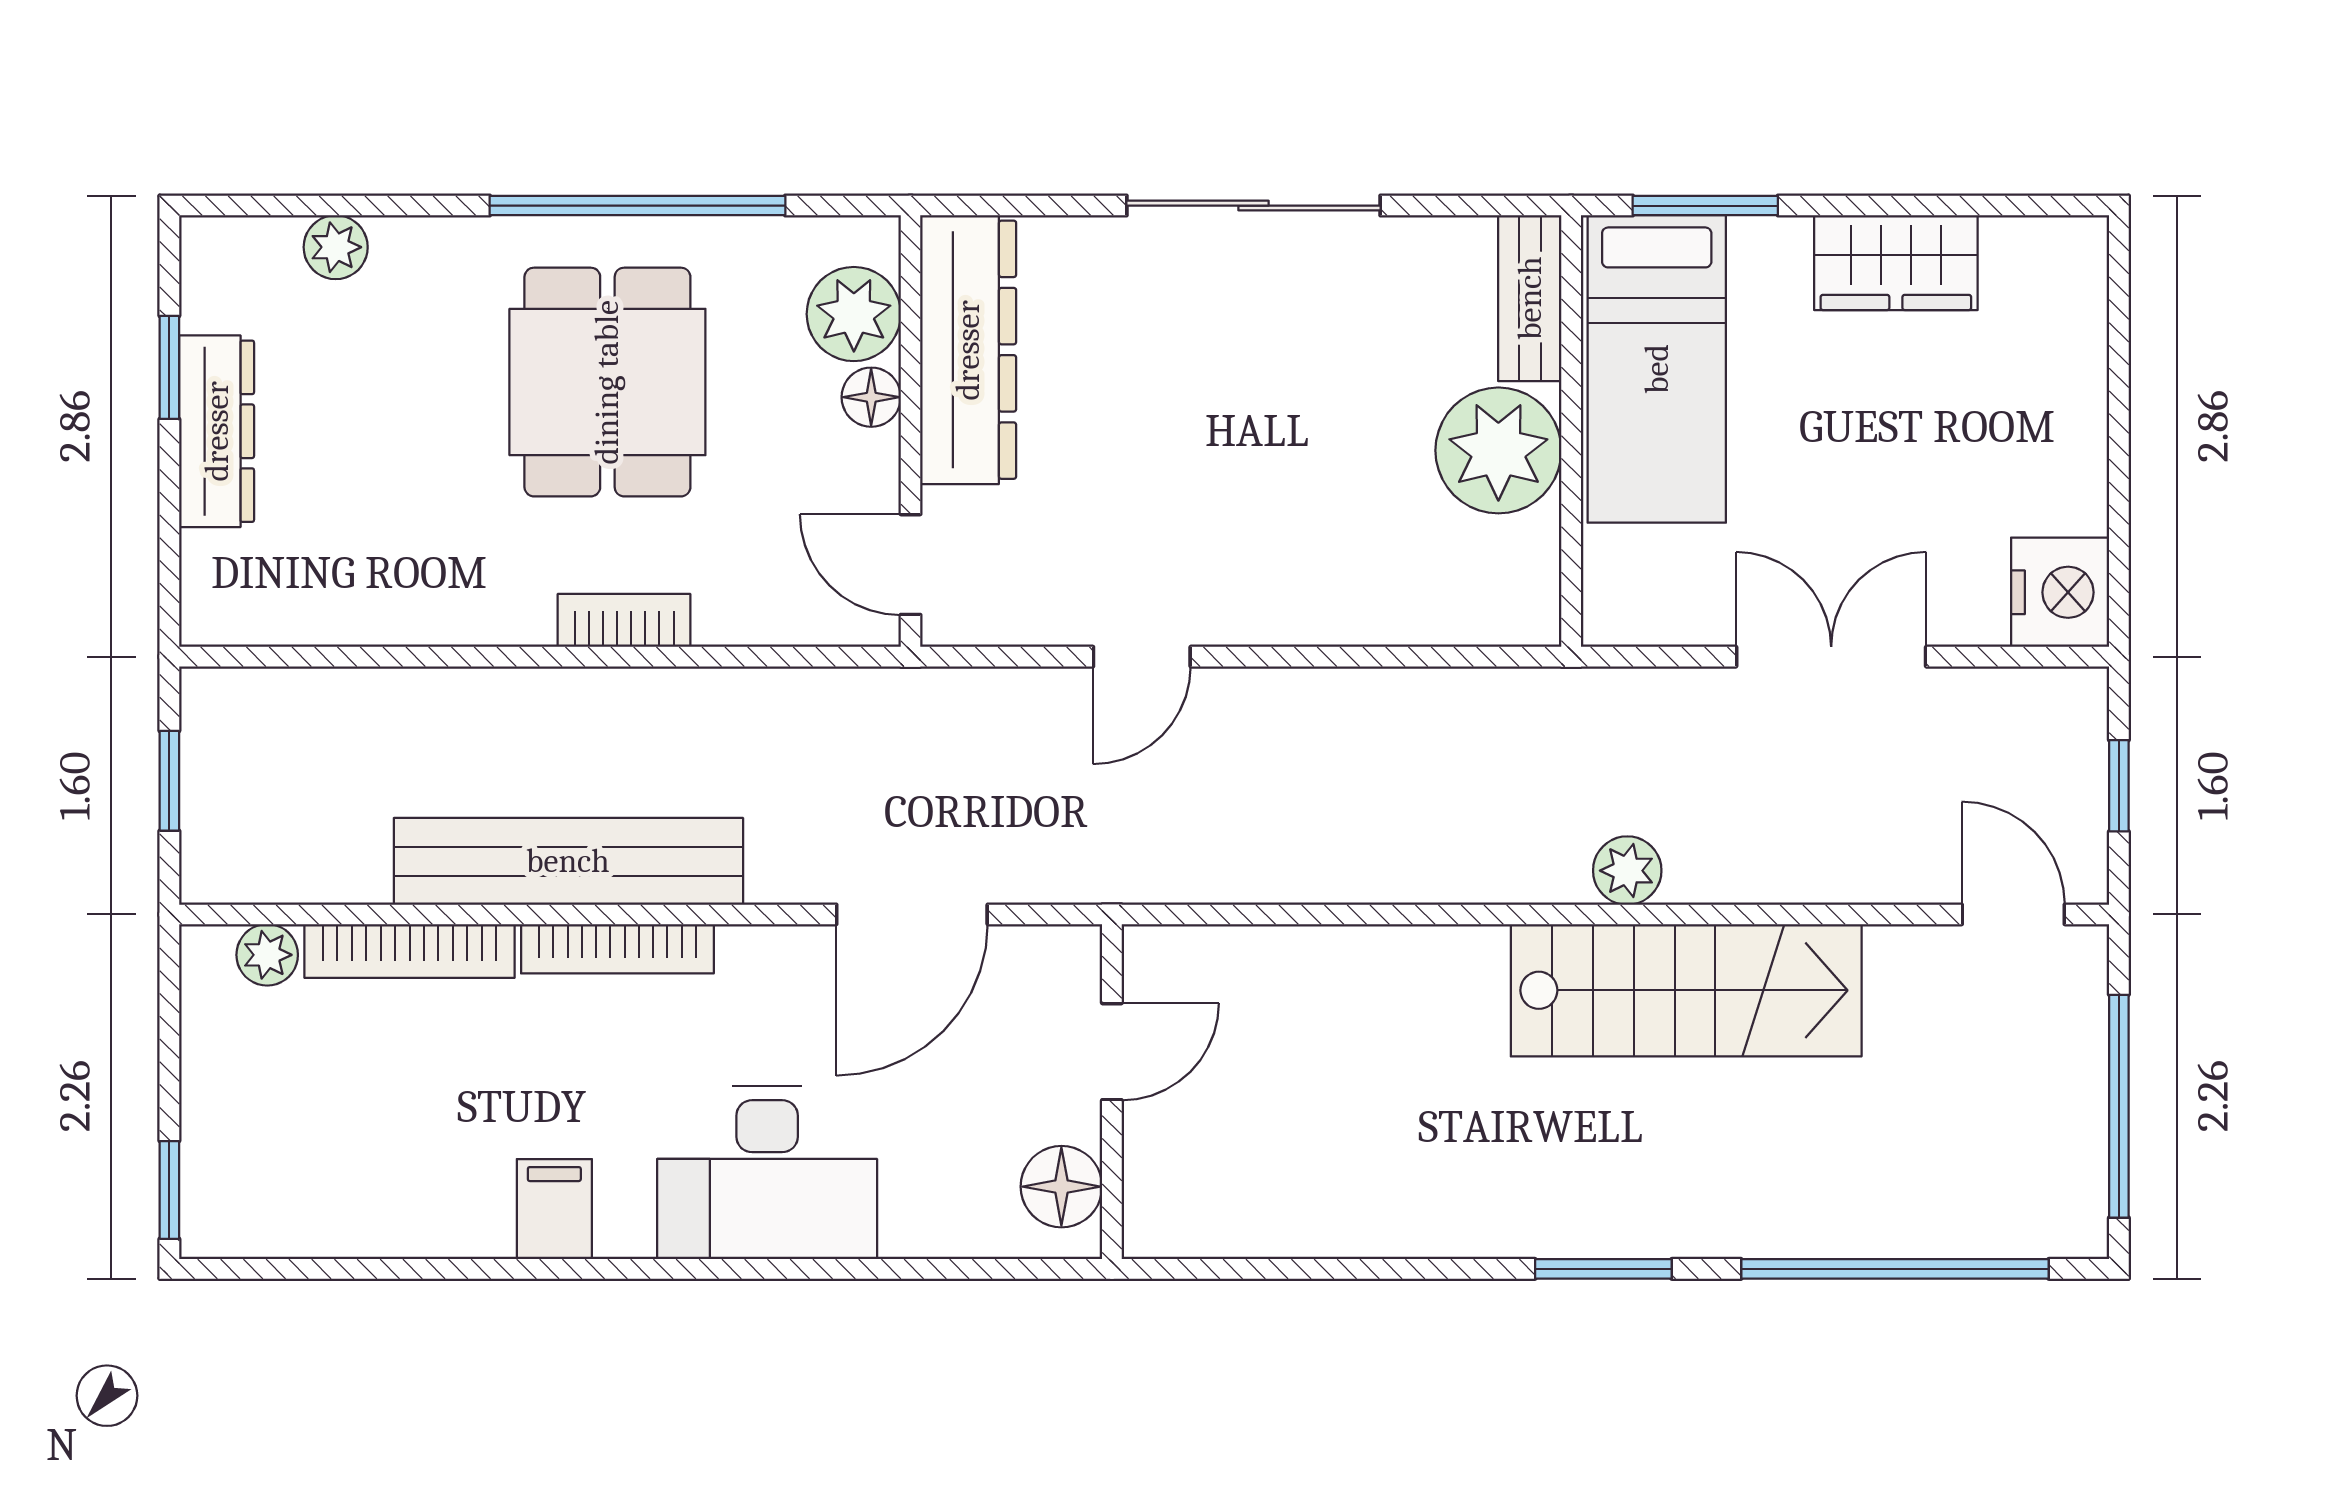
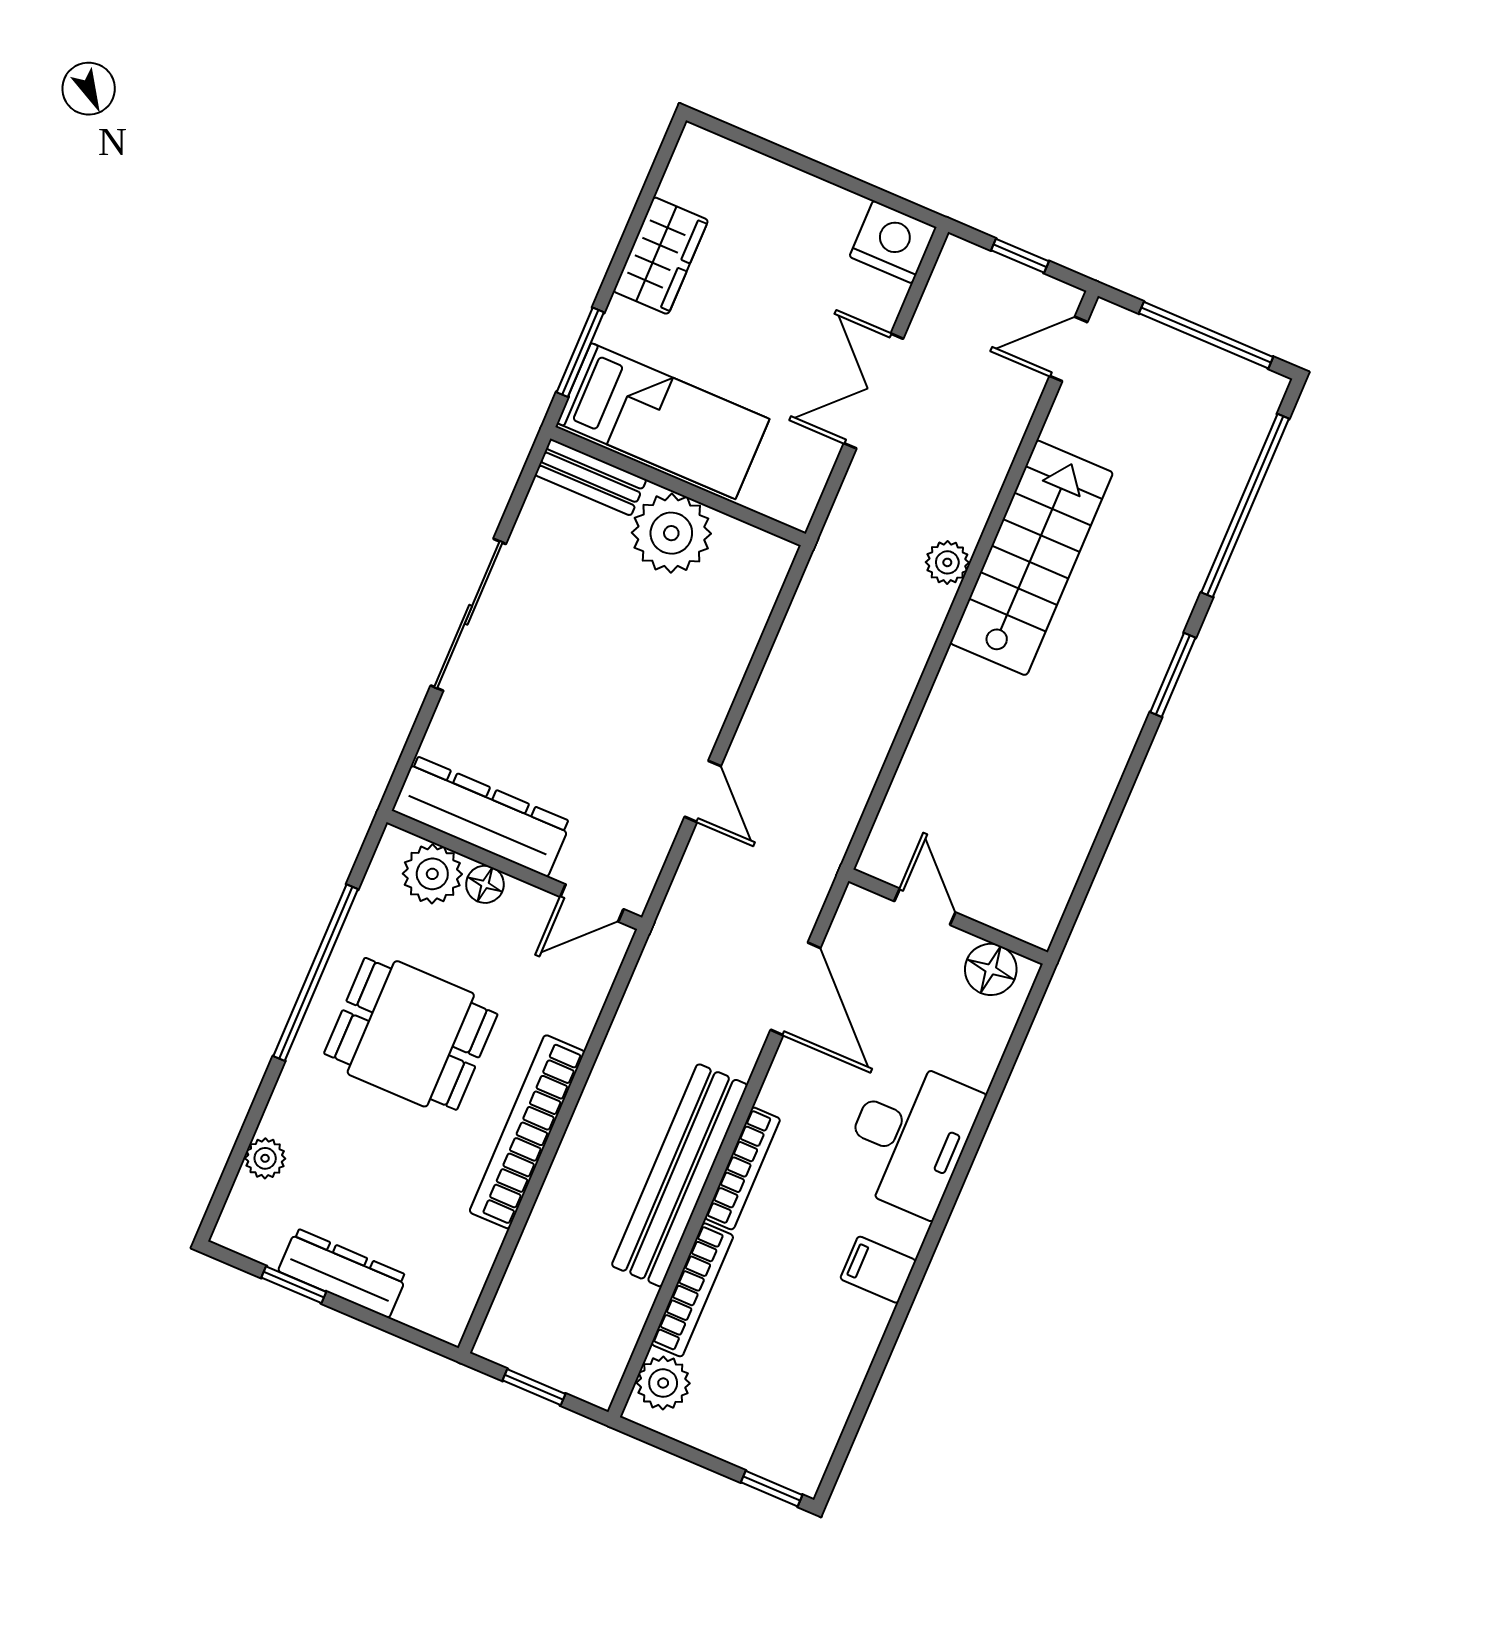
bookcase: (624, 620) -> (527, 1132), width x2.31, depth x1.31
plant: (267, 955) -> (663, 1383), width x1.38, depth x1.38

